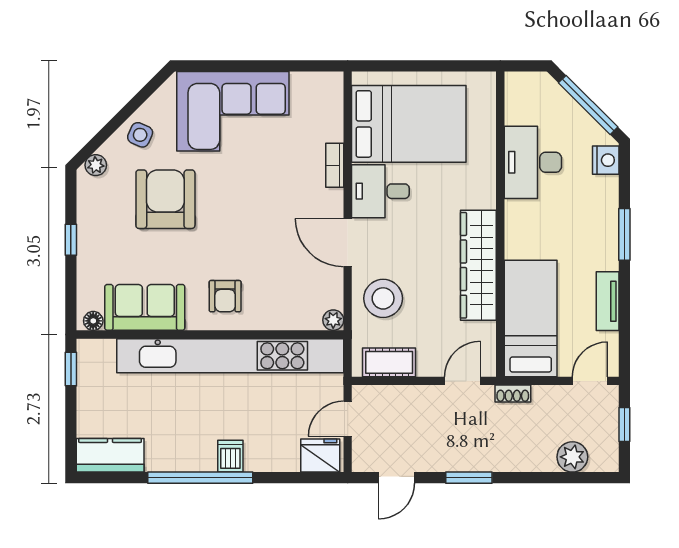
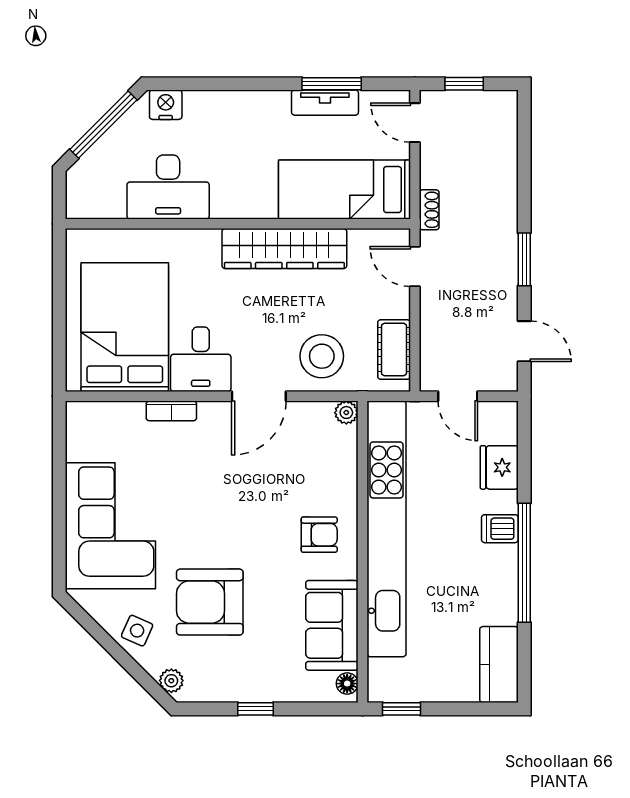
window: (624, 234) -> (332, 84), moved
fridge: (320, 456) -> (499, 467), moved
plant: (572, 457) -> (501, 142), removed

